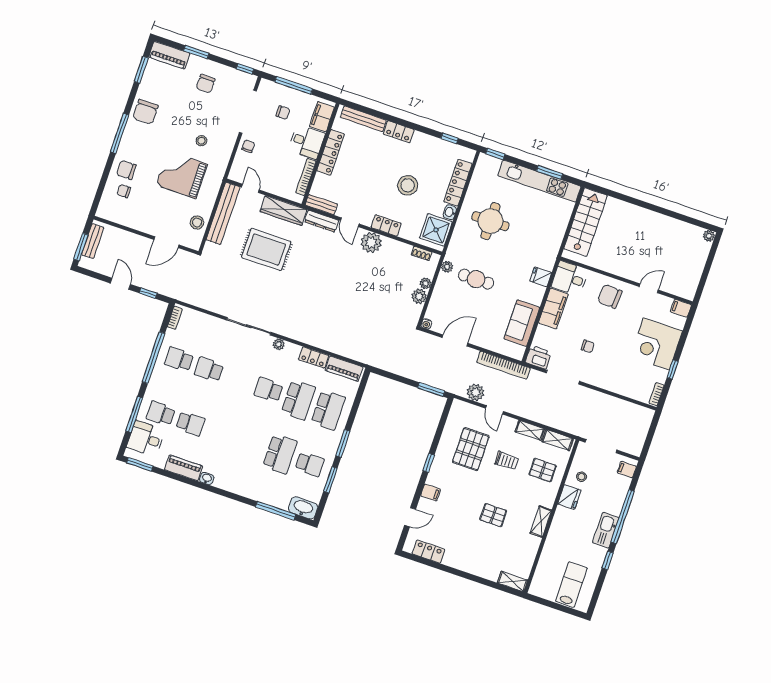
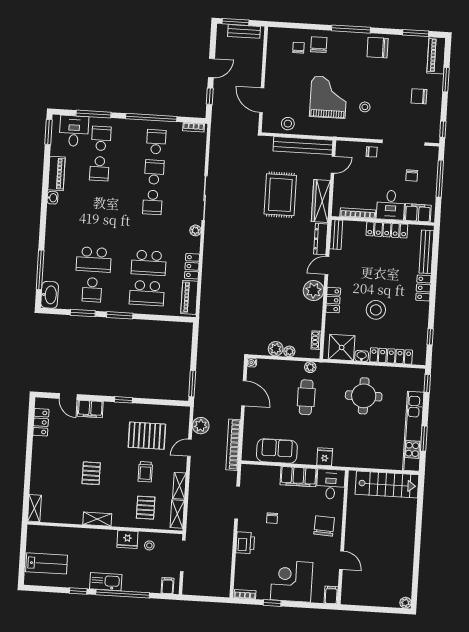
printer: (538, 357) -> (245, 543), moved
school desk: (269, 390) -> (152, 202), moved, turned 180
filing cabinet: (431, 492) -> (90, 409), width x2.00

